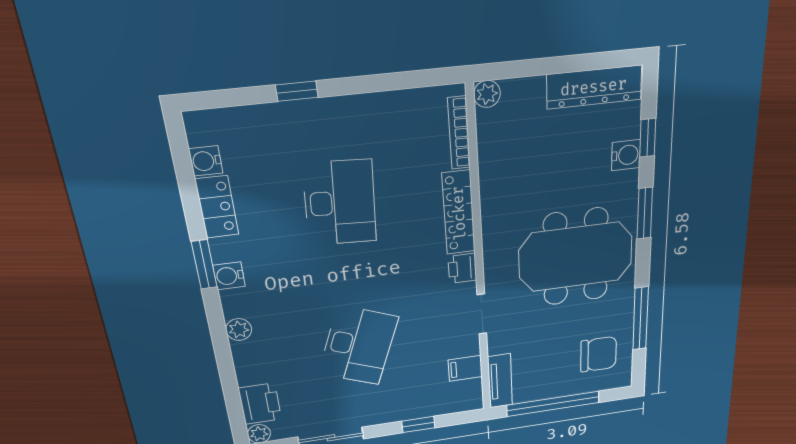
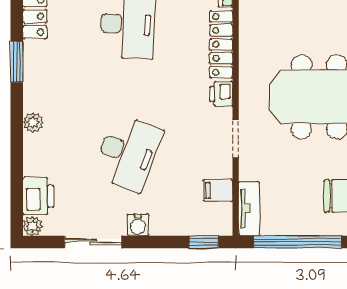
water cooler: (229, 276) -> (138, 225), moved, turned -90
window: (418, 424) -> (204, 242), moved

